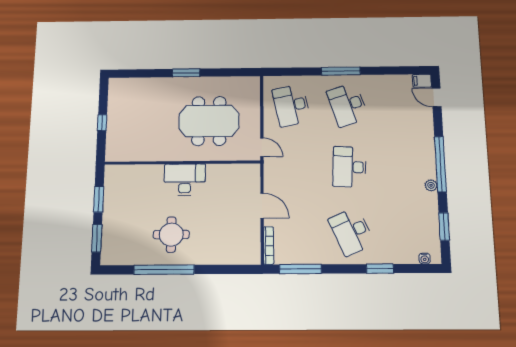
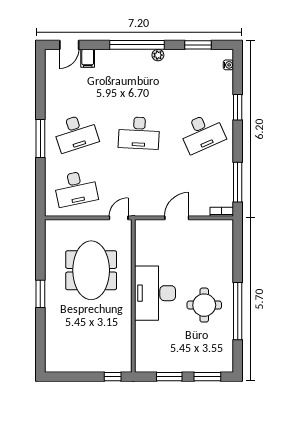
filing cabinet: (422, 81) -> (88, 58), moved
window: (102, 123) -> (113, 377), moved
desk: (185, 180) -> (155, 293), width x1.36, depth x1.30
bookcase: (269, 246) -> (222, 212), width x0.64

